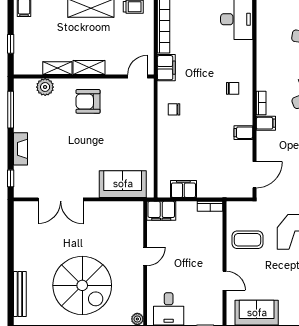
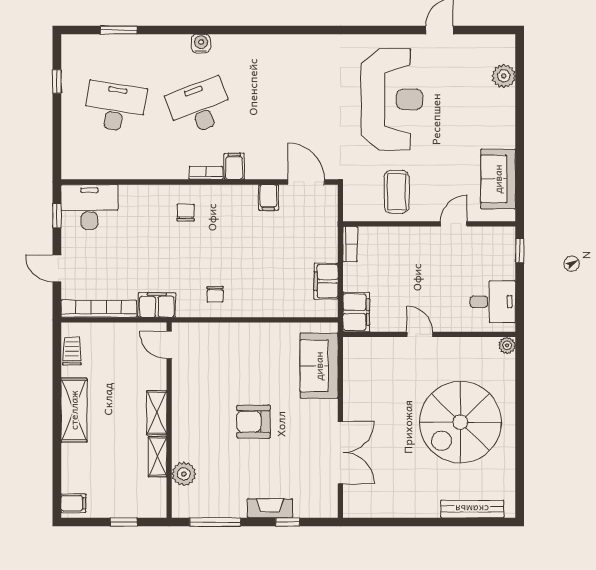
armchair: (88, 101) -> (253, 422), moved, turned 90
filing cabinet: (243, 133) -> (268, 197), moved
window: (11, 178) -> (288, 522), moved
spiral stairs: (82, 285) -> (460, 422), turned 180

